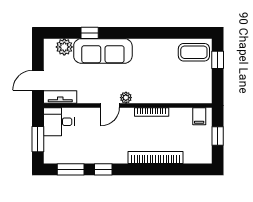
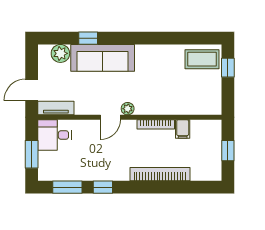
filing cabinet: (199, 116) -> (183, 129), moved

